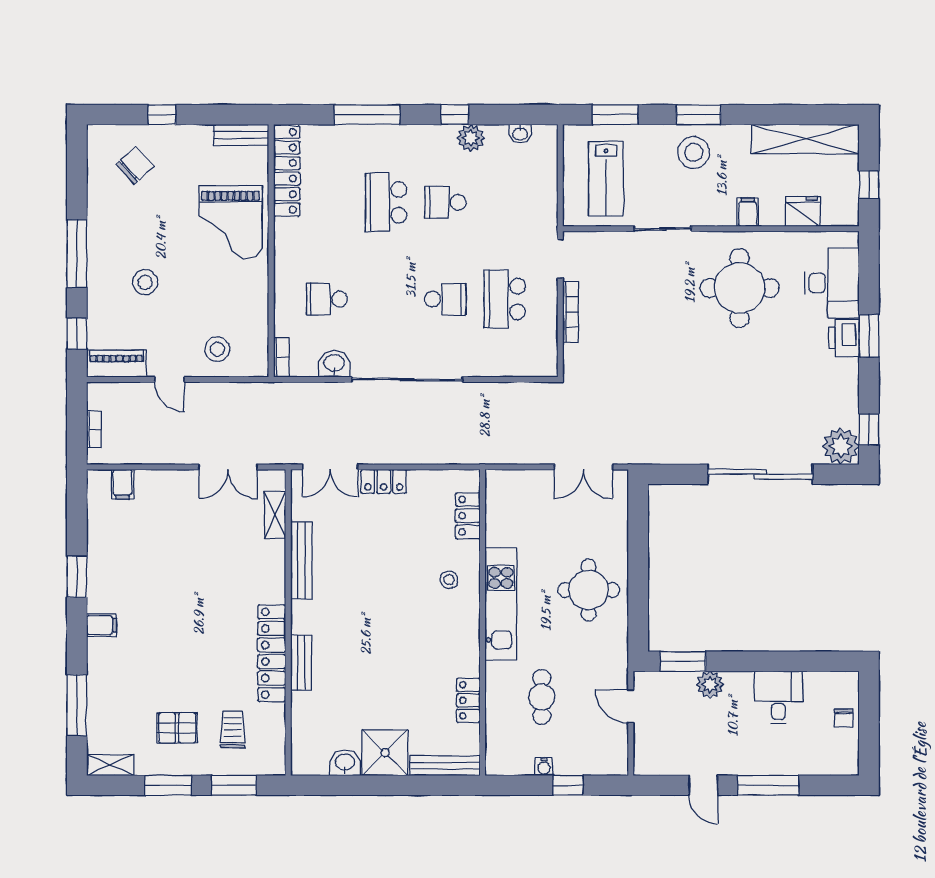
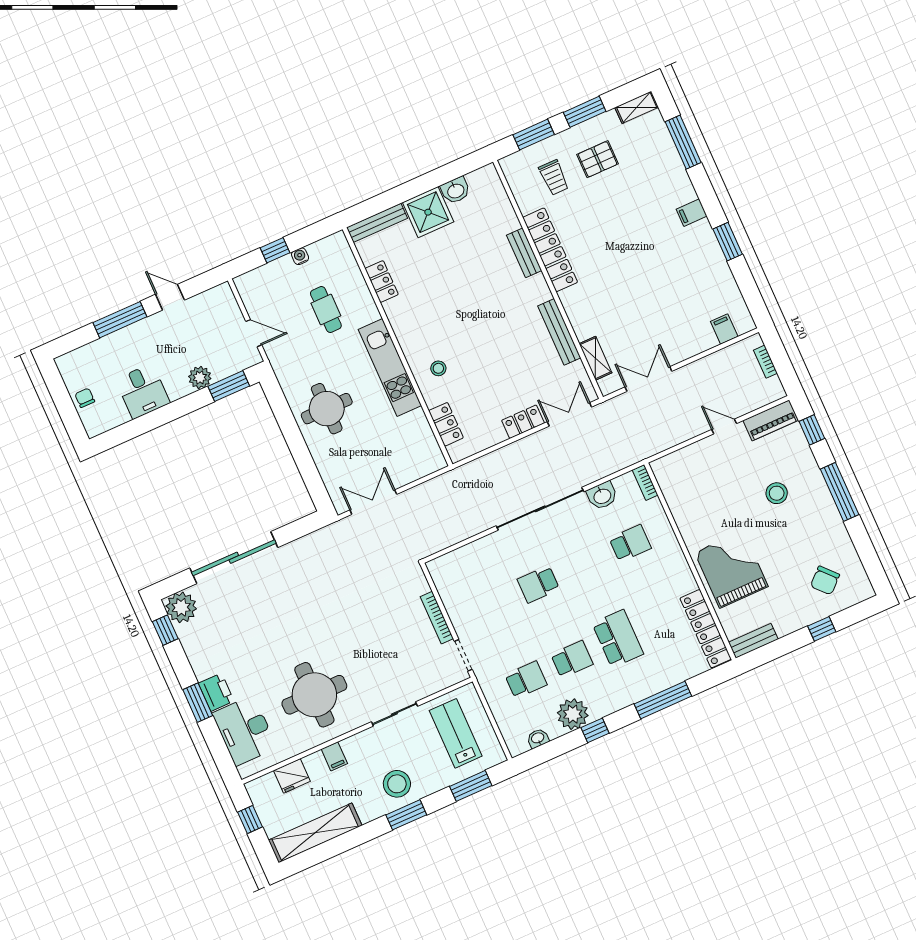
plant: (471, 138) -> (573, 714), width x1.36, depth x1.36
school desk: (505, 299) -> (526, 680), moved, width x0.54
stool: (217, 349) -> (698, 467), removed

